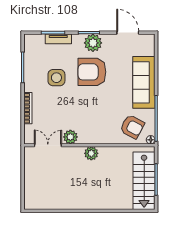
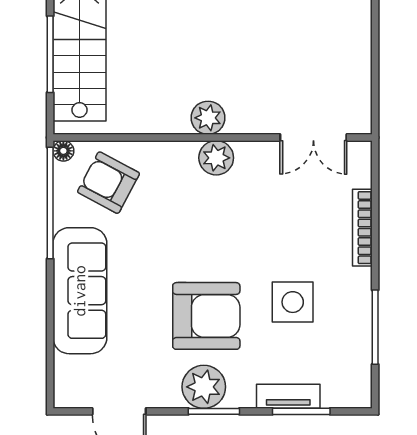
plant: (70, 137) -> (216, 158), moved

